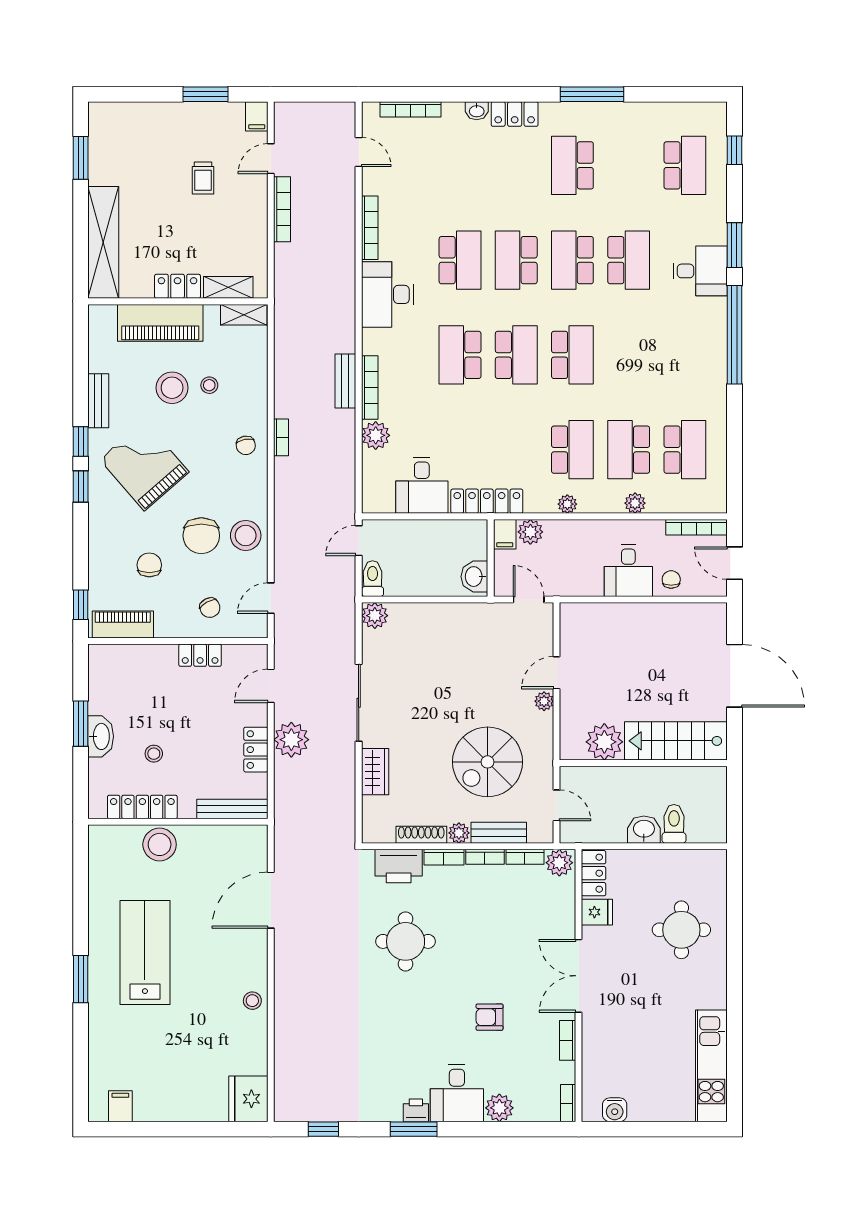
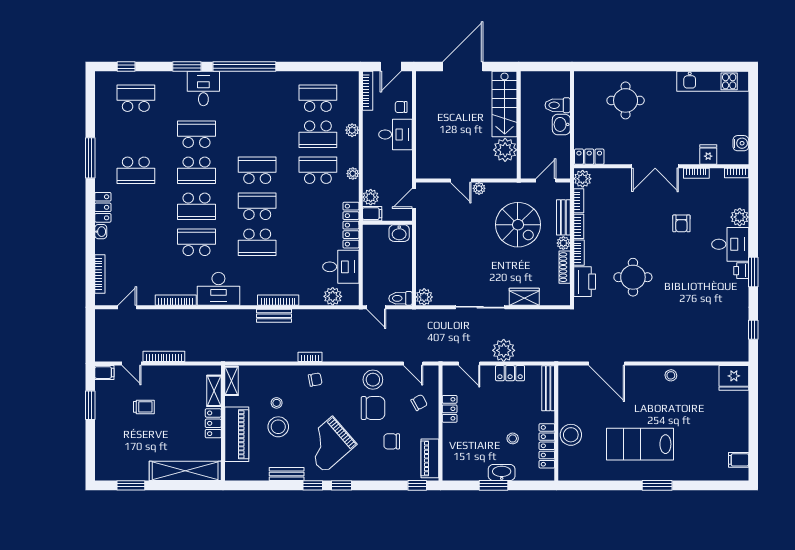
plant: (376, 435) -> (333, 296), moved
fridge: (597, 912) -> (708, 155), moved

